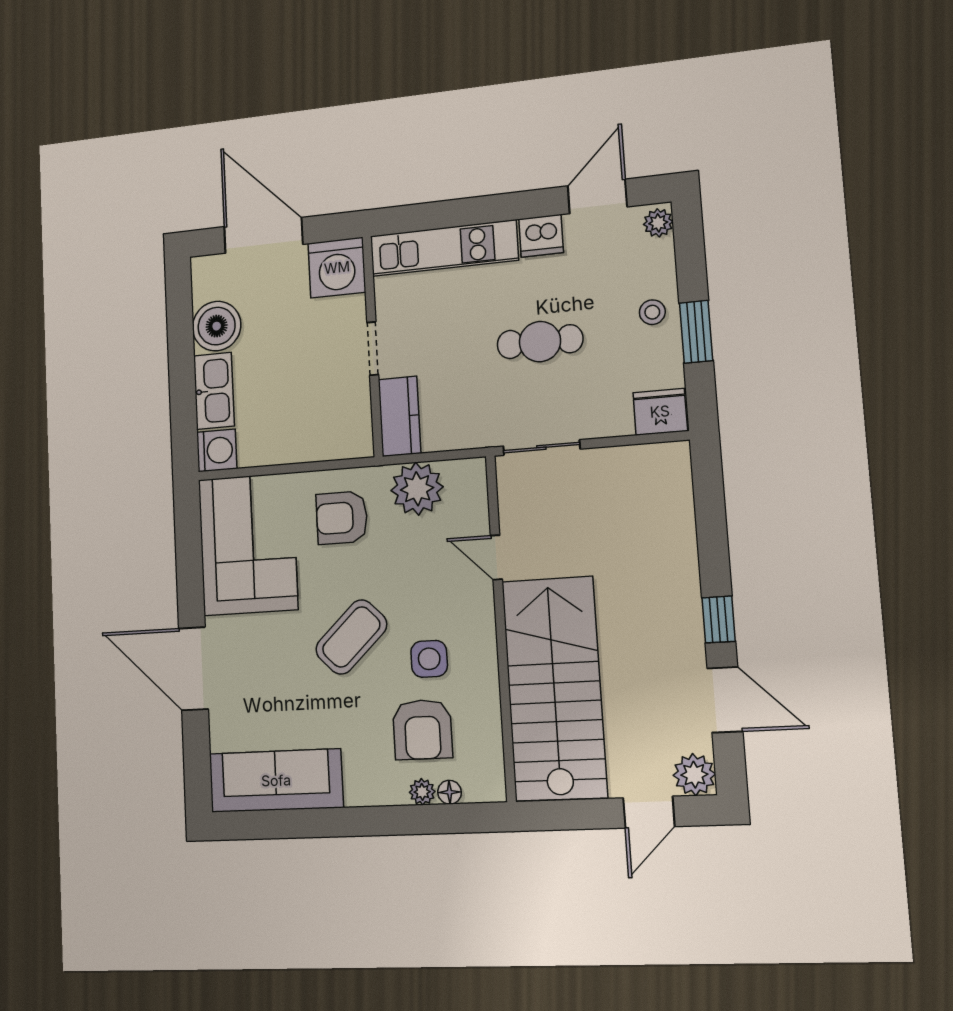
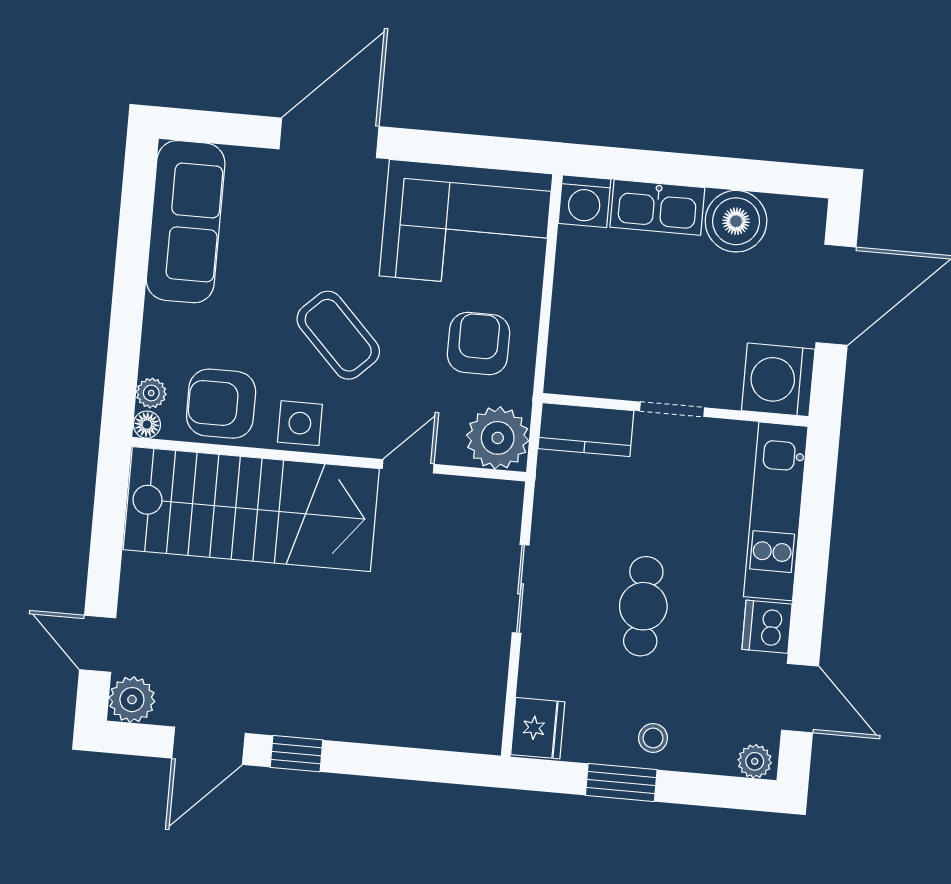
door: (496, 557) -> (408, 466), moved
wall: (501, 627) -> (329, 459), moved
stairs: (554, 688) -> (251, 509), moved

